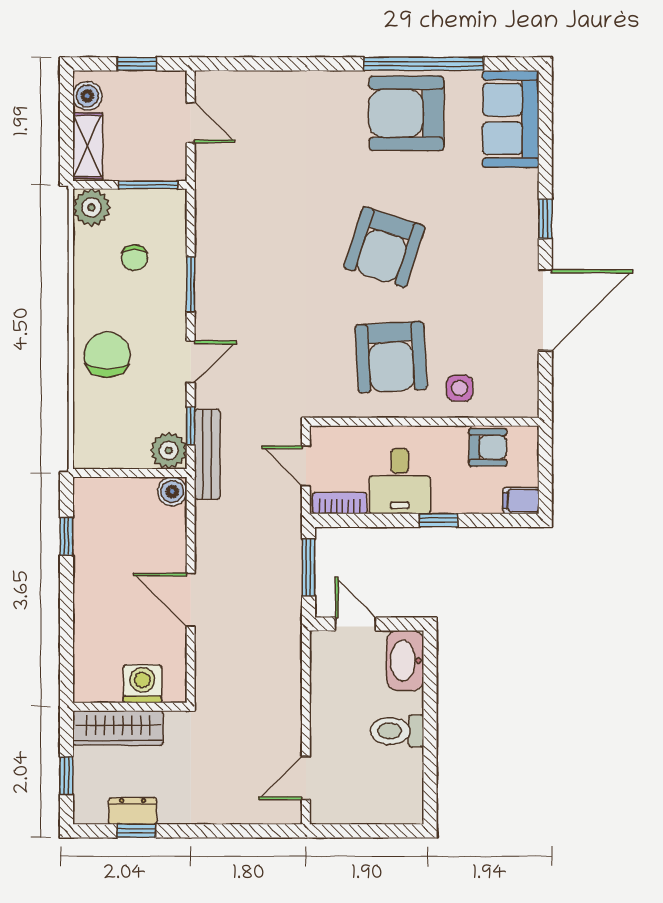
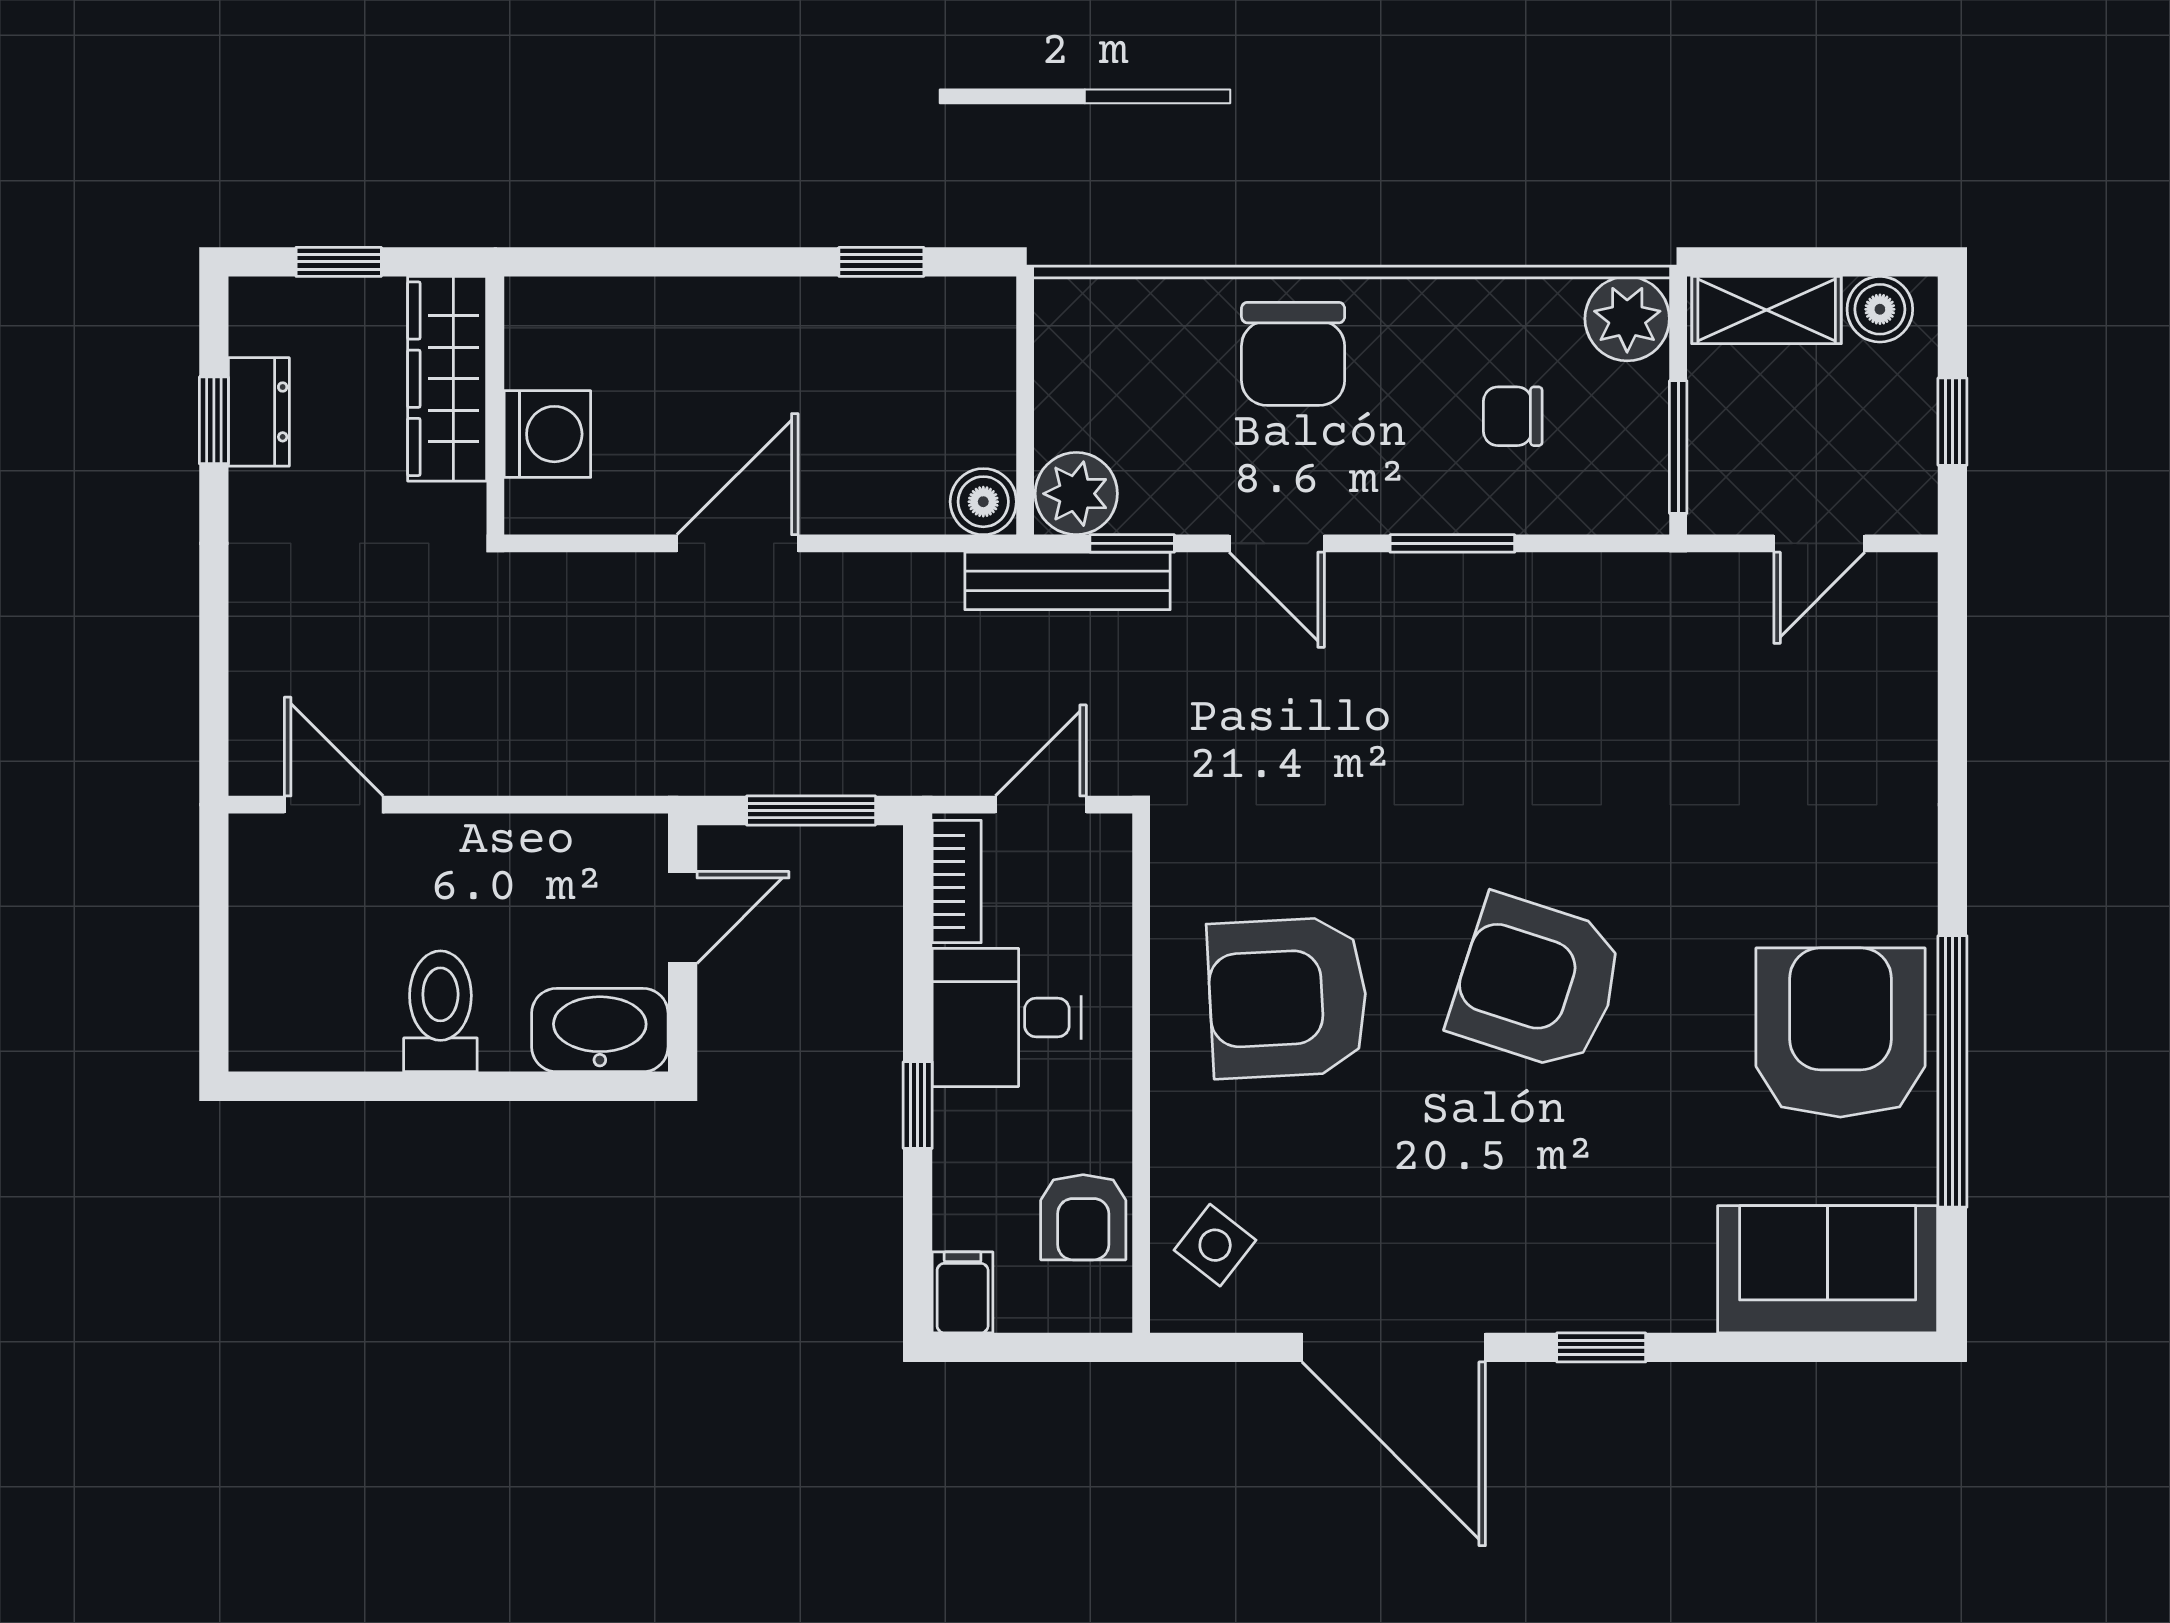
chair: (107, 355) -> (1293, 354), turned 90
side table: (460, 388) -> (1215, 1245), moved, turned 38

